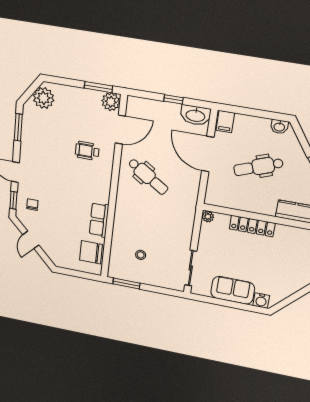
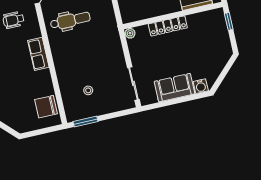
dental chair: (148, 177) -> (70, 20), turned -33
row of seats: (99, 220) -> (38, 54), moved

